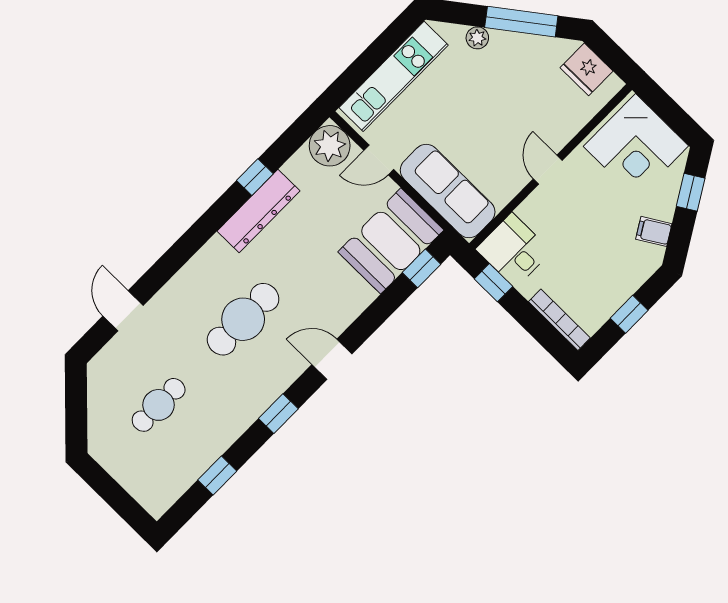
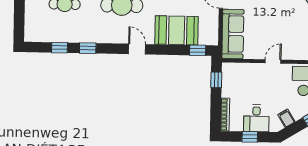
booth: (391, 241) -> (177, 30), moved
desk: (514, 250) -> (256, 118), moved, turned 180
window: (278, 414) -> (88, 48), moved

